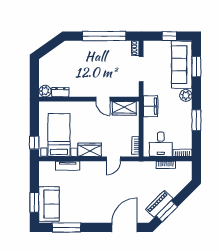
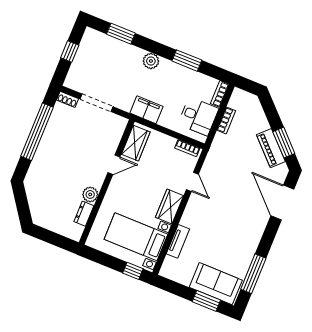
sofa: (182, 65) -> (111, 51), removed
plant: (45, 91) -> (90, 194), moved

